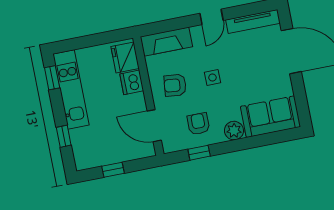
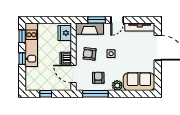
window: (176, 24) -> (97, 20), added
dishwasher: (132, 82) -> (66, 58), moved
window: (64, 136) -> (22, 59), moved
window: (199, 153) -> (95, 94), width x2.17

